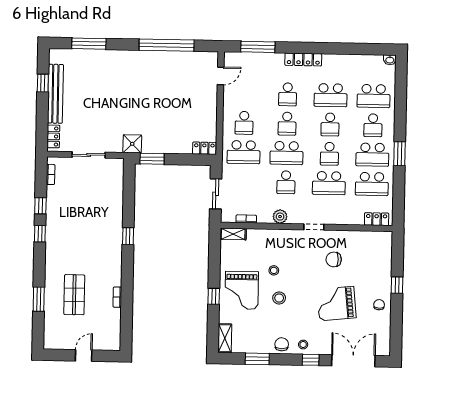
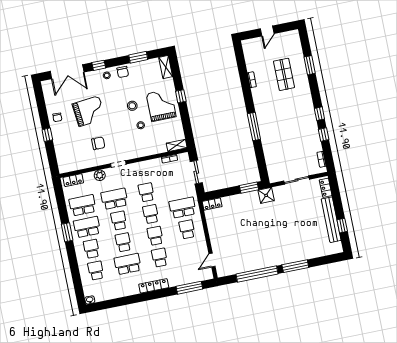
window: (89, 44) -> (295, 266), moved
school desk: (374, 96) -> (96, 271), width x0.54
school desk: (286, 153) -> (151, 214), width x0.54
plant: (280, 217) -> (100, 175), moved
window: (128, 236) -> (254, 126), width x2.17

